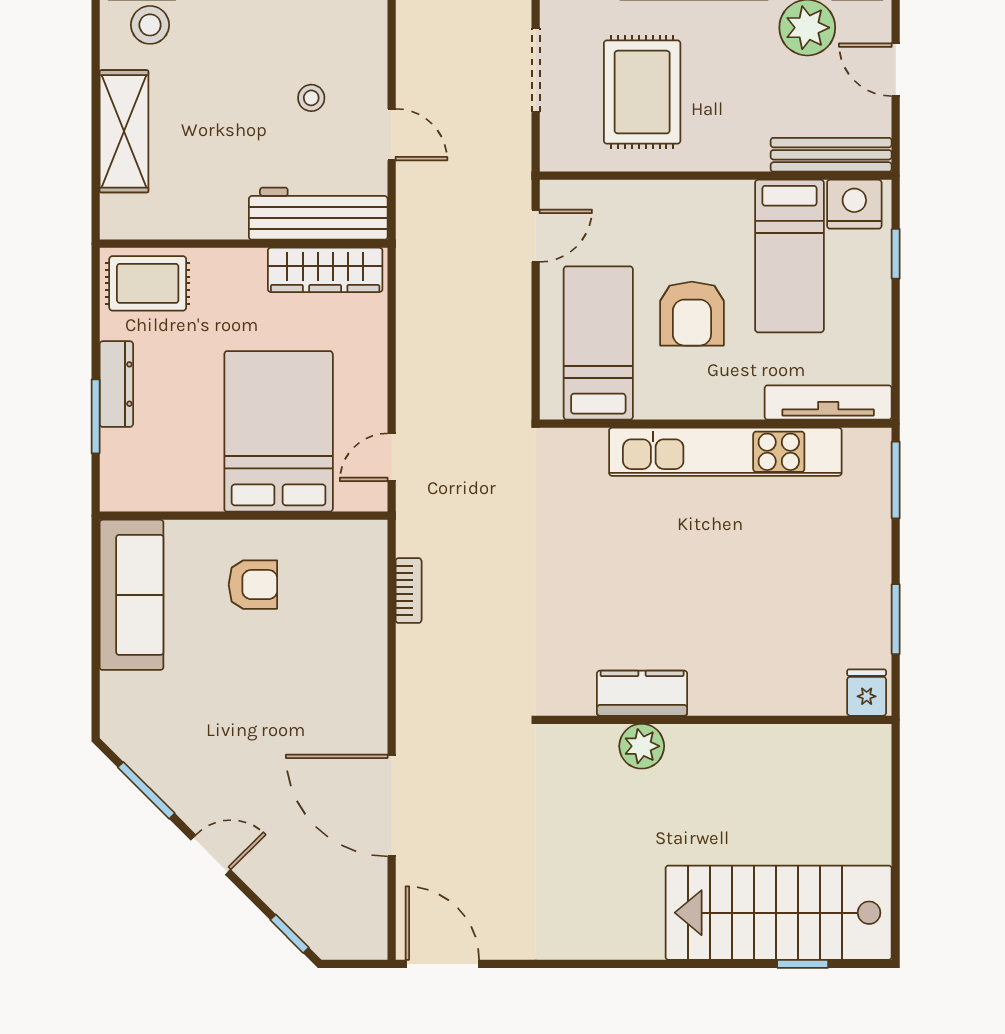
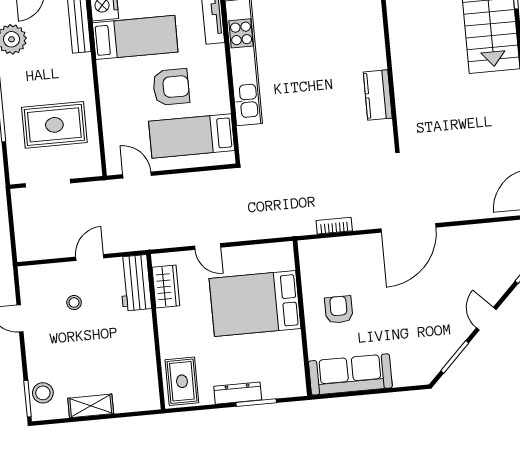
shelving: (124, 131) -> (91, 406), width x0.67, depth x0.75
workbench: (318, 214) -> (135, 283), width x0.73
wardrobe: (325, 270) -> (166, 286), width x0.67
door: (392, 457) -> (208, 247), moved
plant: (642, 746) -> (406, 92), removed
door: (392, 805) -> (408, 228), moved

